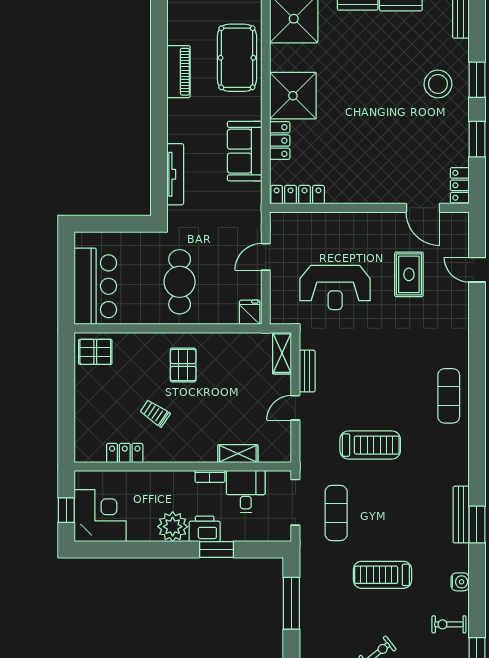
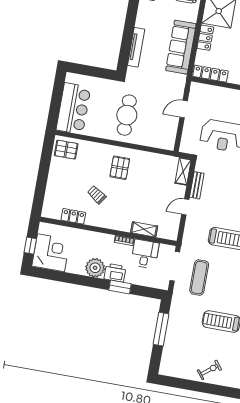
sofa: (245, 151) -> (181, 47), width x1.36
fridge: (250, 312) -> (167, 142), removed

